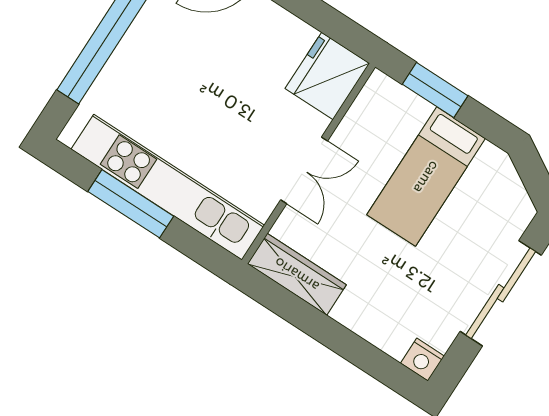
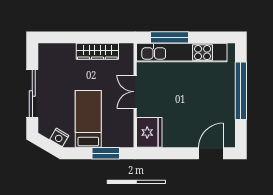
window: (131, 204) -> (169, 37), moved
wardrobe: (297, 274) -> (97, 51), moved
nightstand: (422, 360) -> (59, 137), moved, turned -149

